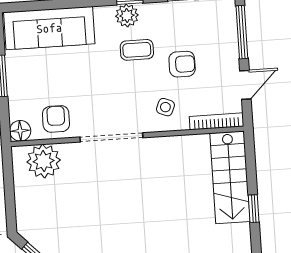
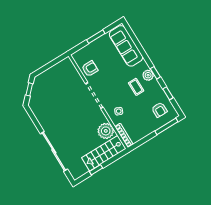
armchair: (182, 64) -> (159, 110), moved
door: (245, 85) -> (145, 139), removed
floor lamp: (20, 131) -> (77, 56), removed
plant: (44, 161) -> (106, 131), moved

